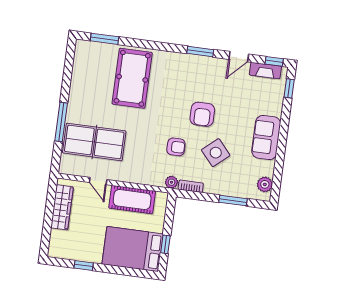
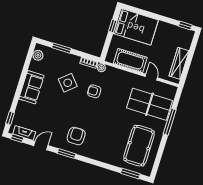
pool table: (132, 78) -> (139, 146), moved
armchair: (202, 114) -> (76, 136), moved
window: (84, 265) -> (185, 26), moved

